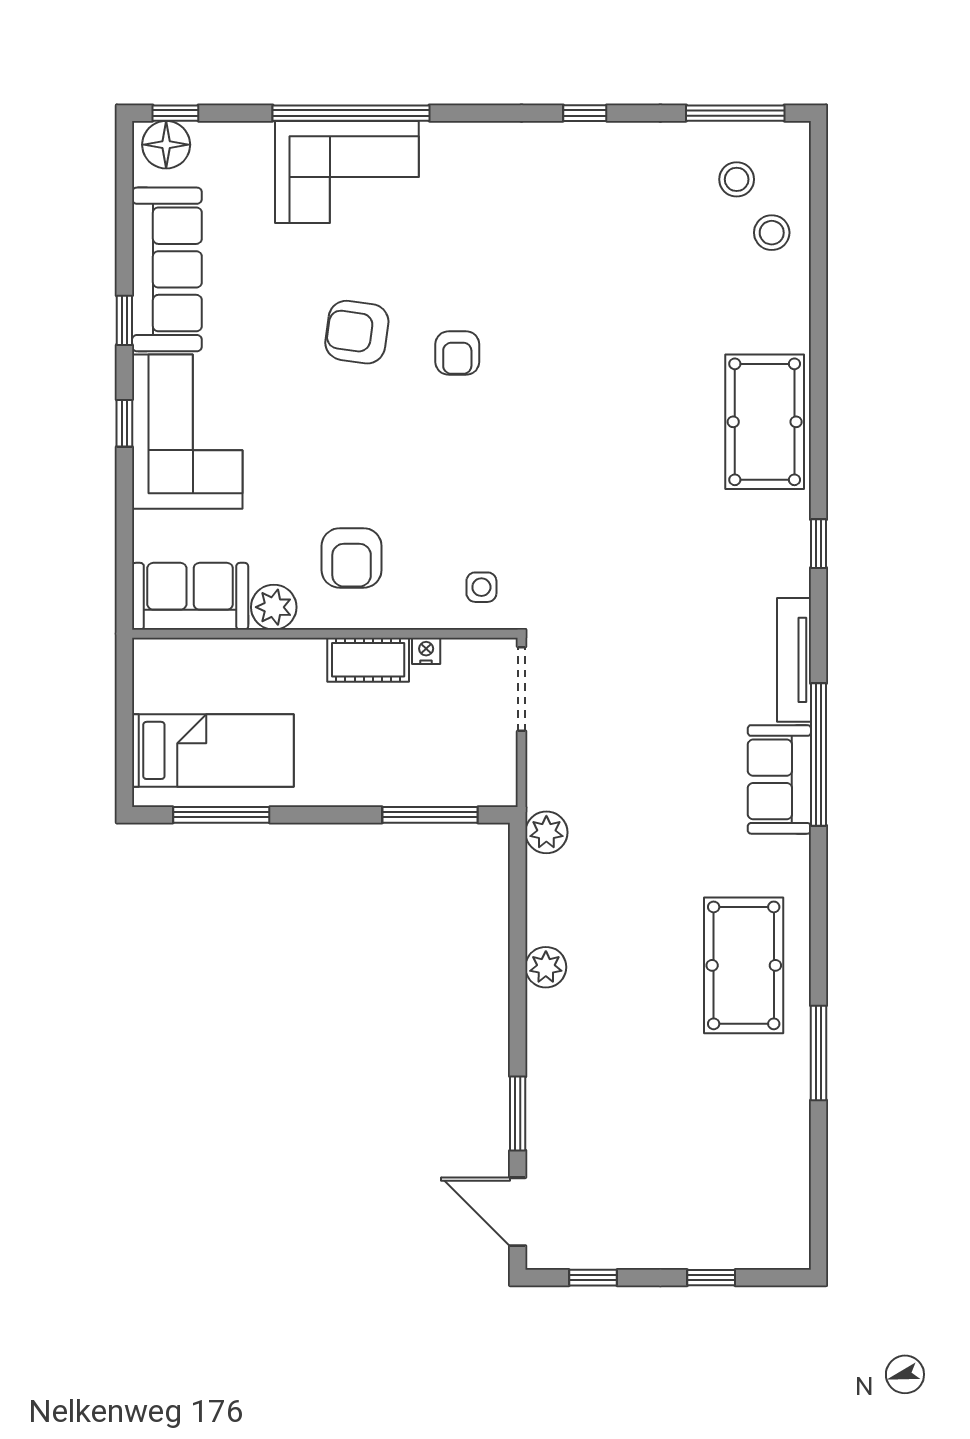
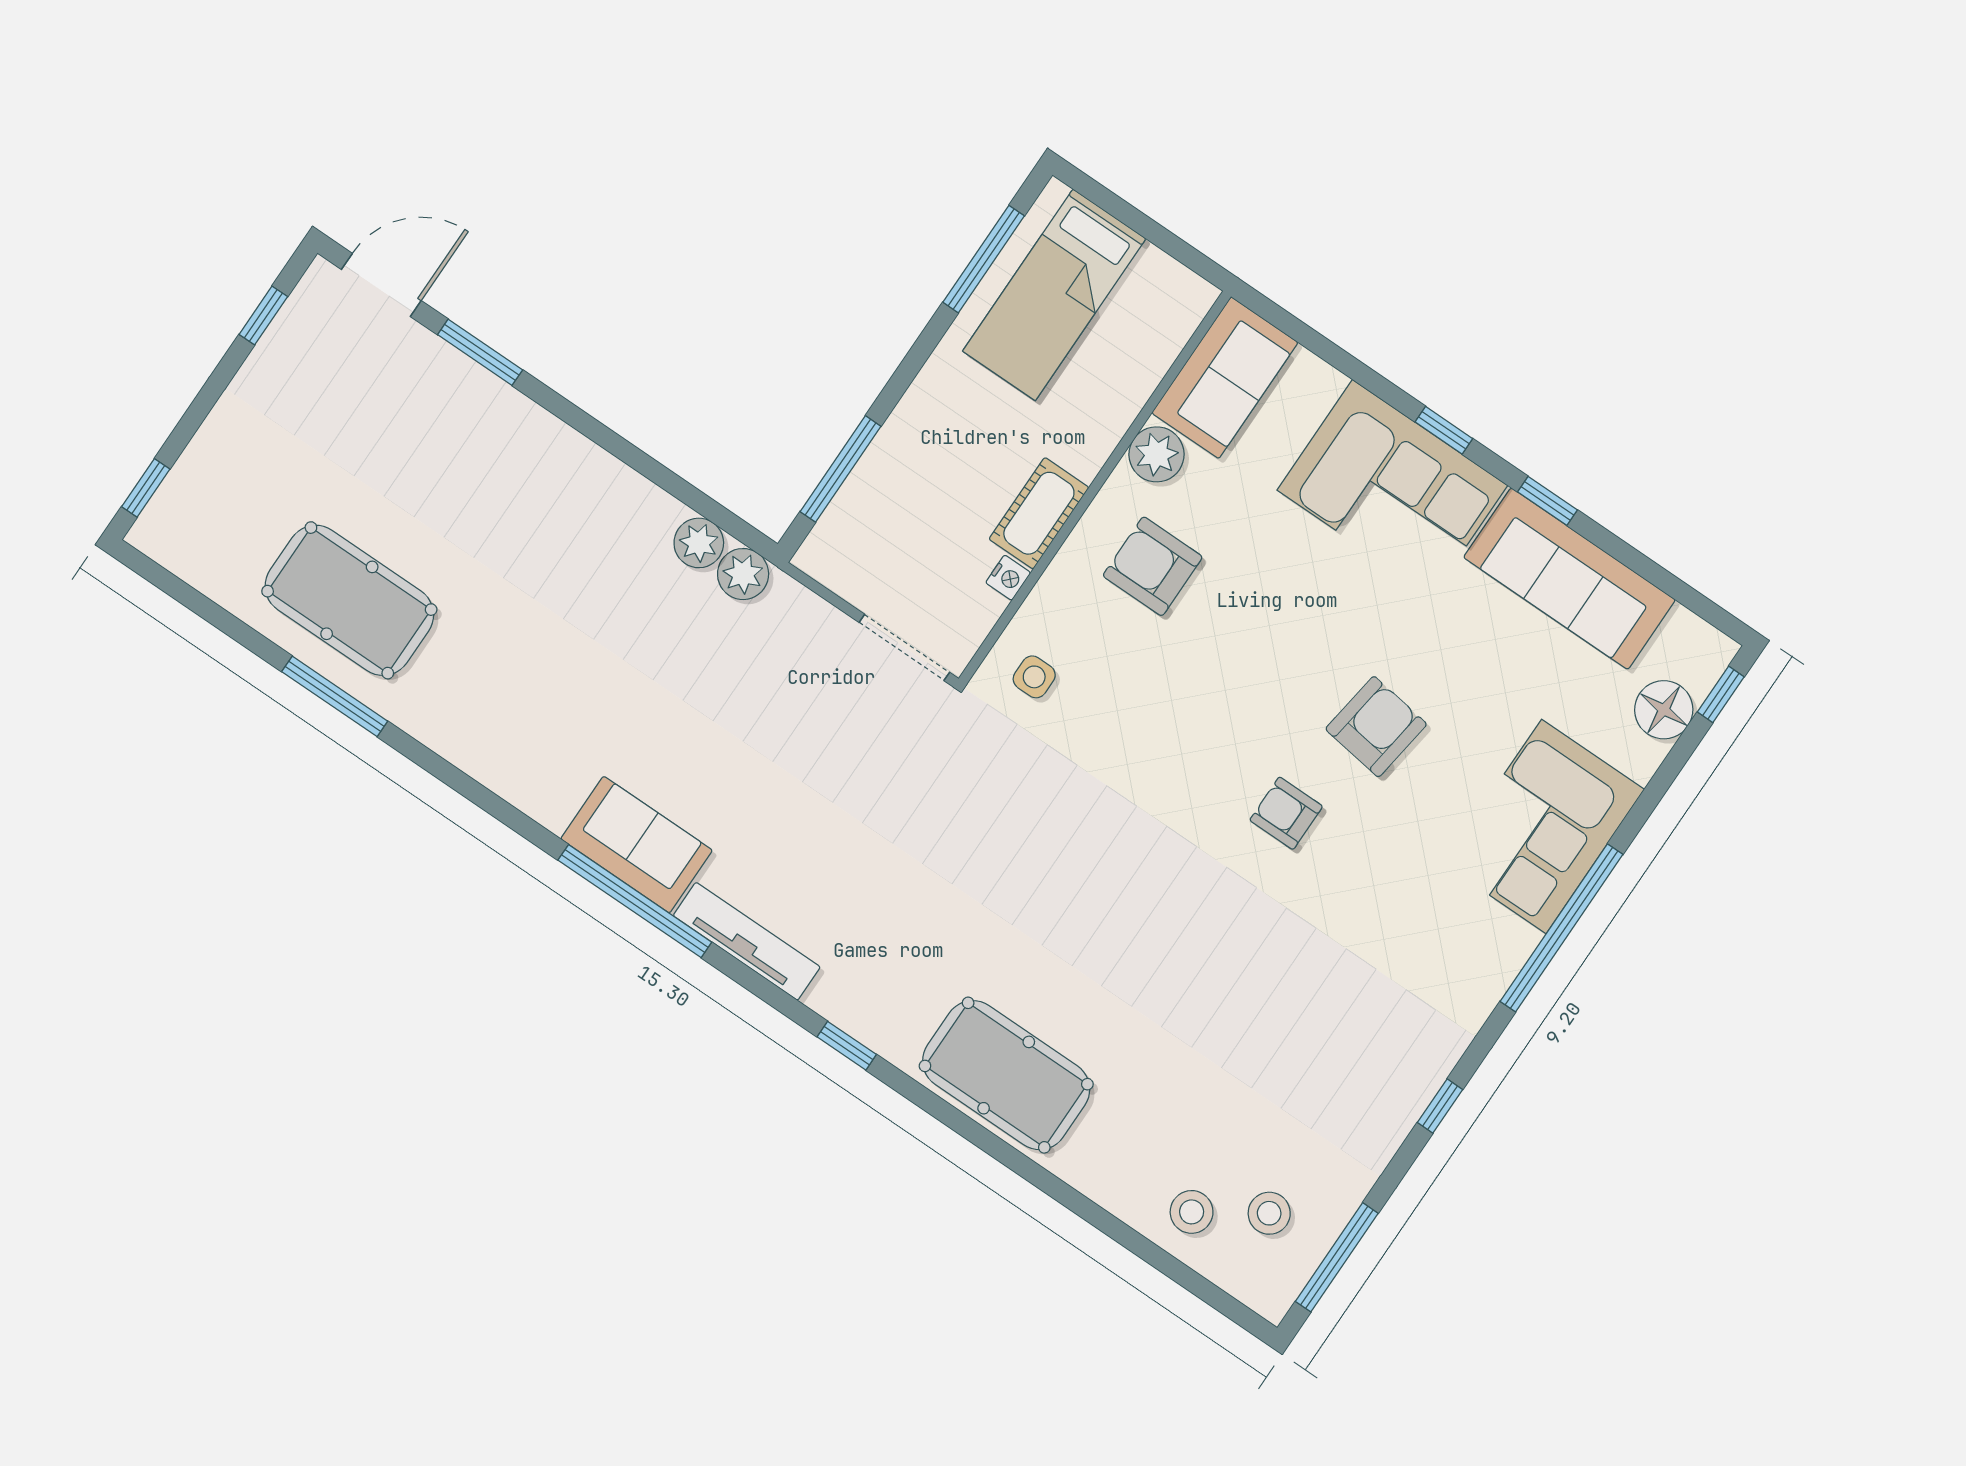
window: (351, 113) -> (1561, 928), moved
floor lamp: (166, 145) -> (1664, 710), moved
pool table: (744, 965) -> (349, 600), moved
plant: (546, 967) -> (699, 543), moved
window: (711, 1278) -> (146, 488), moved

